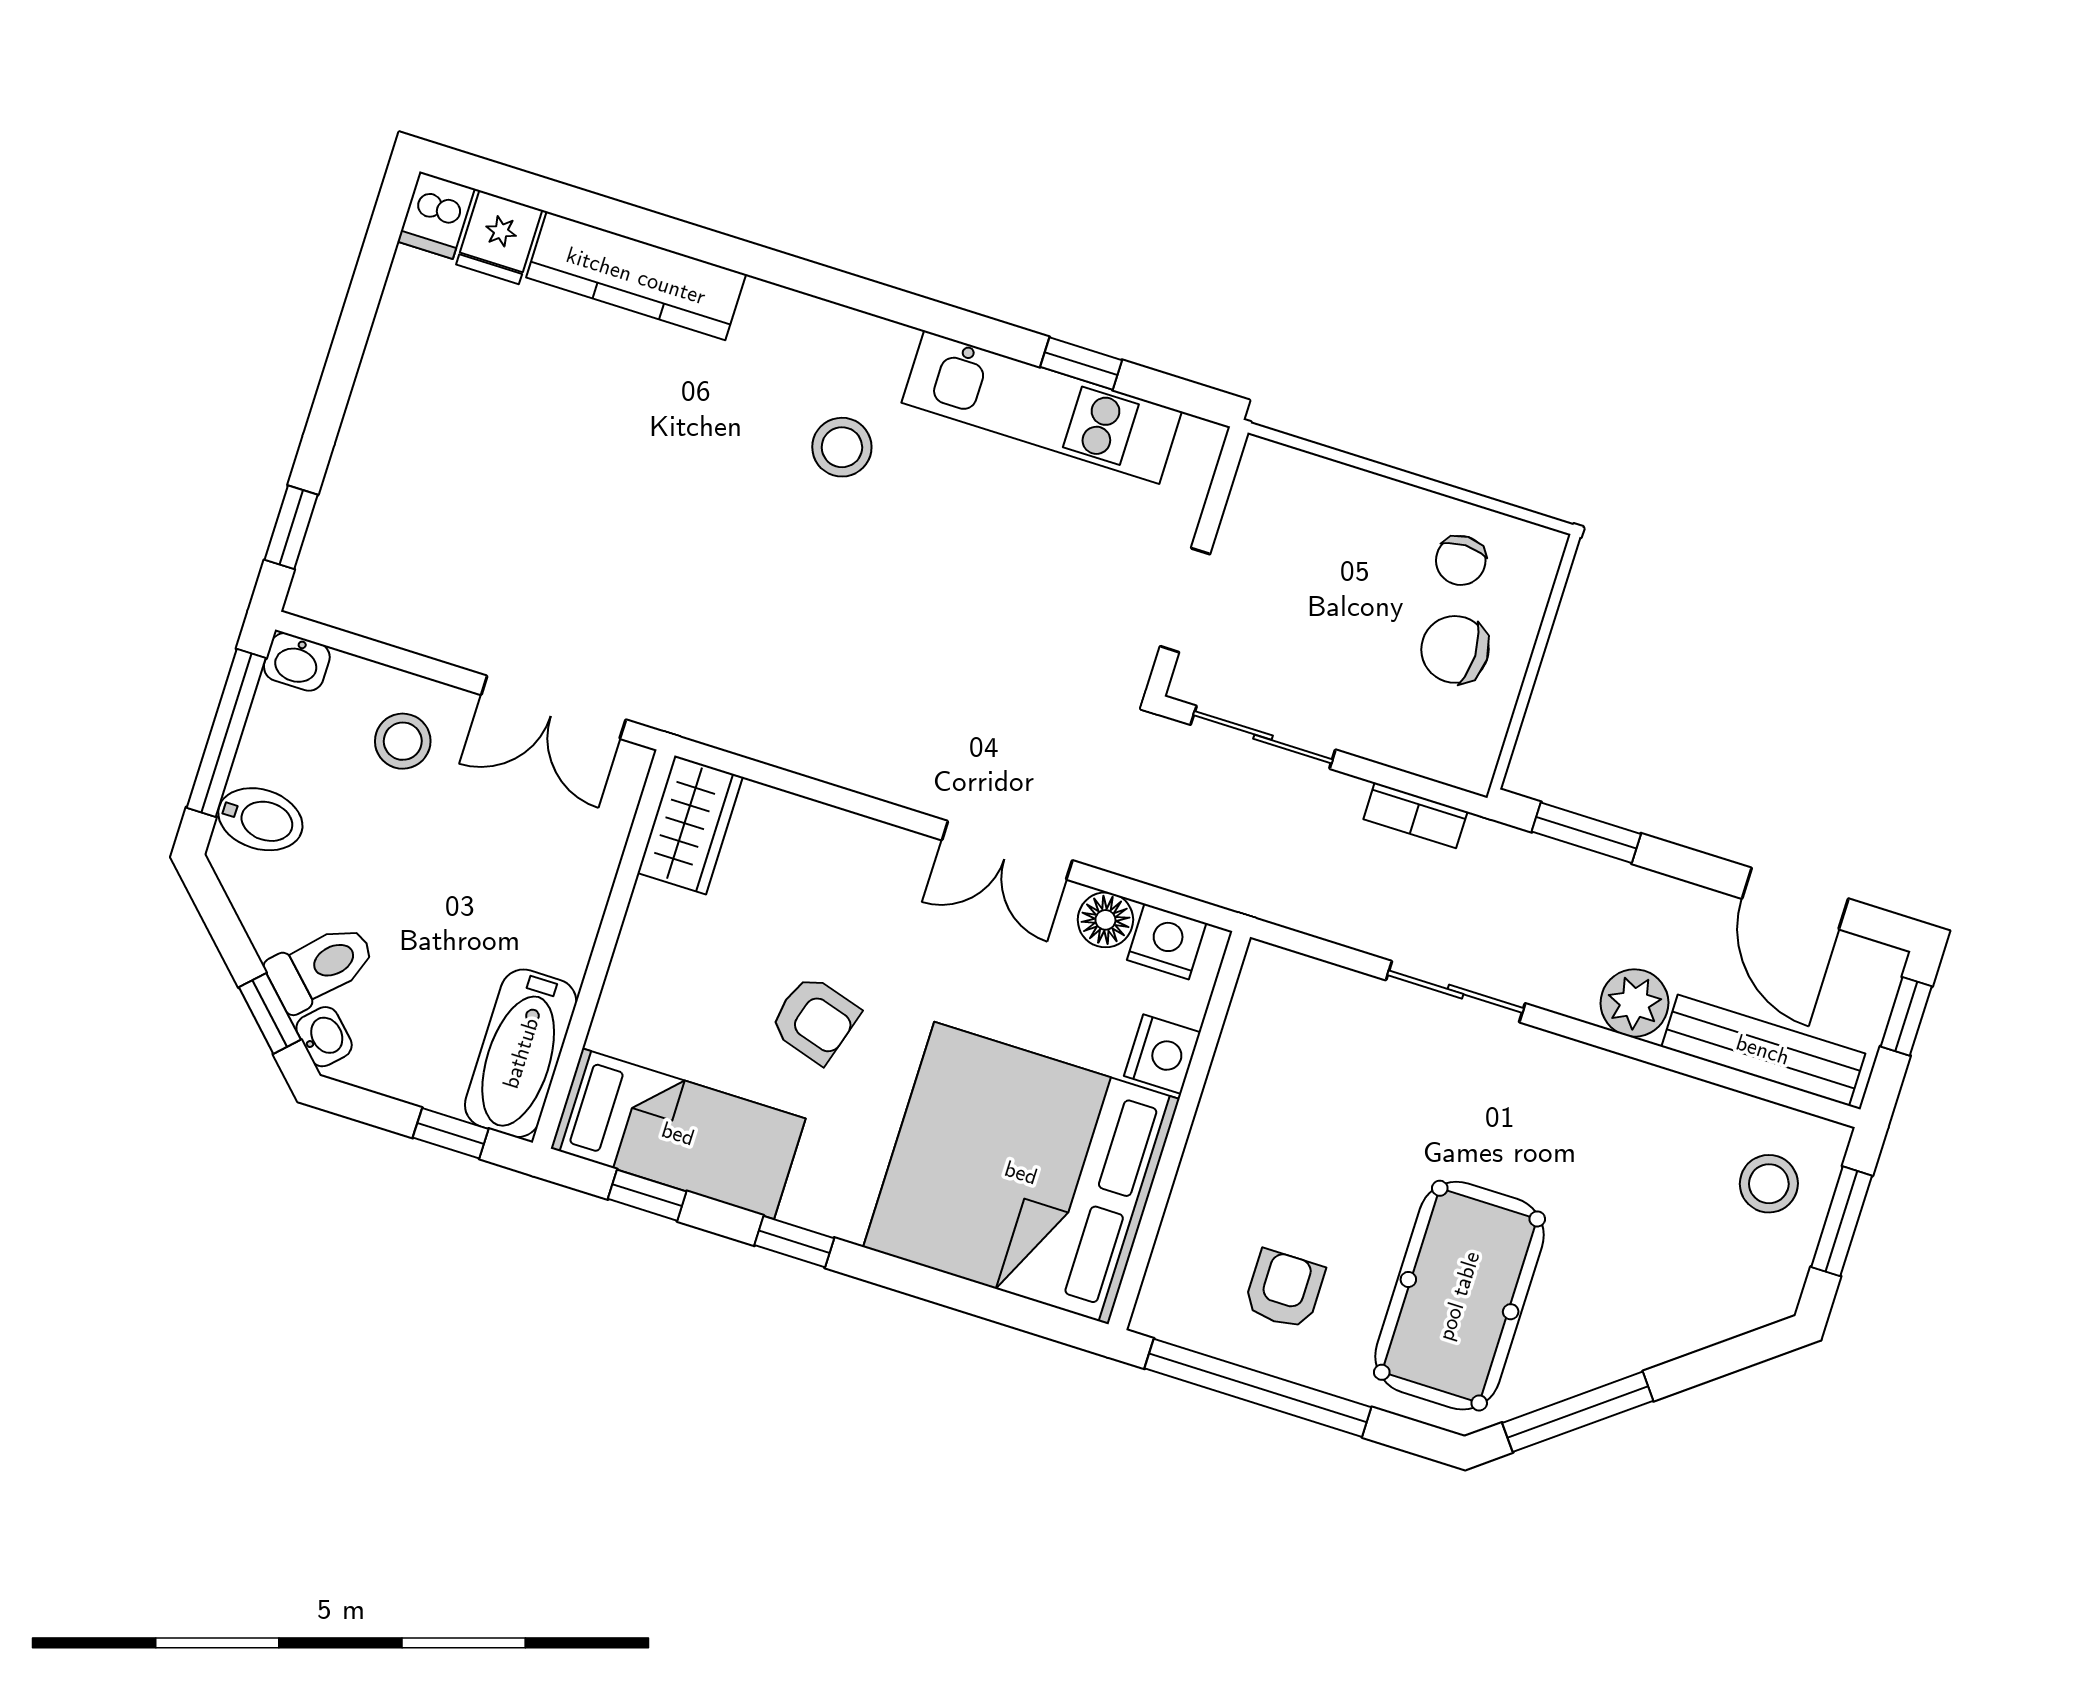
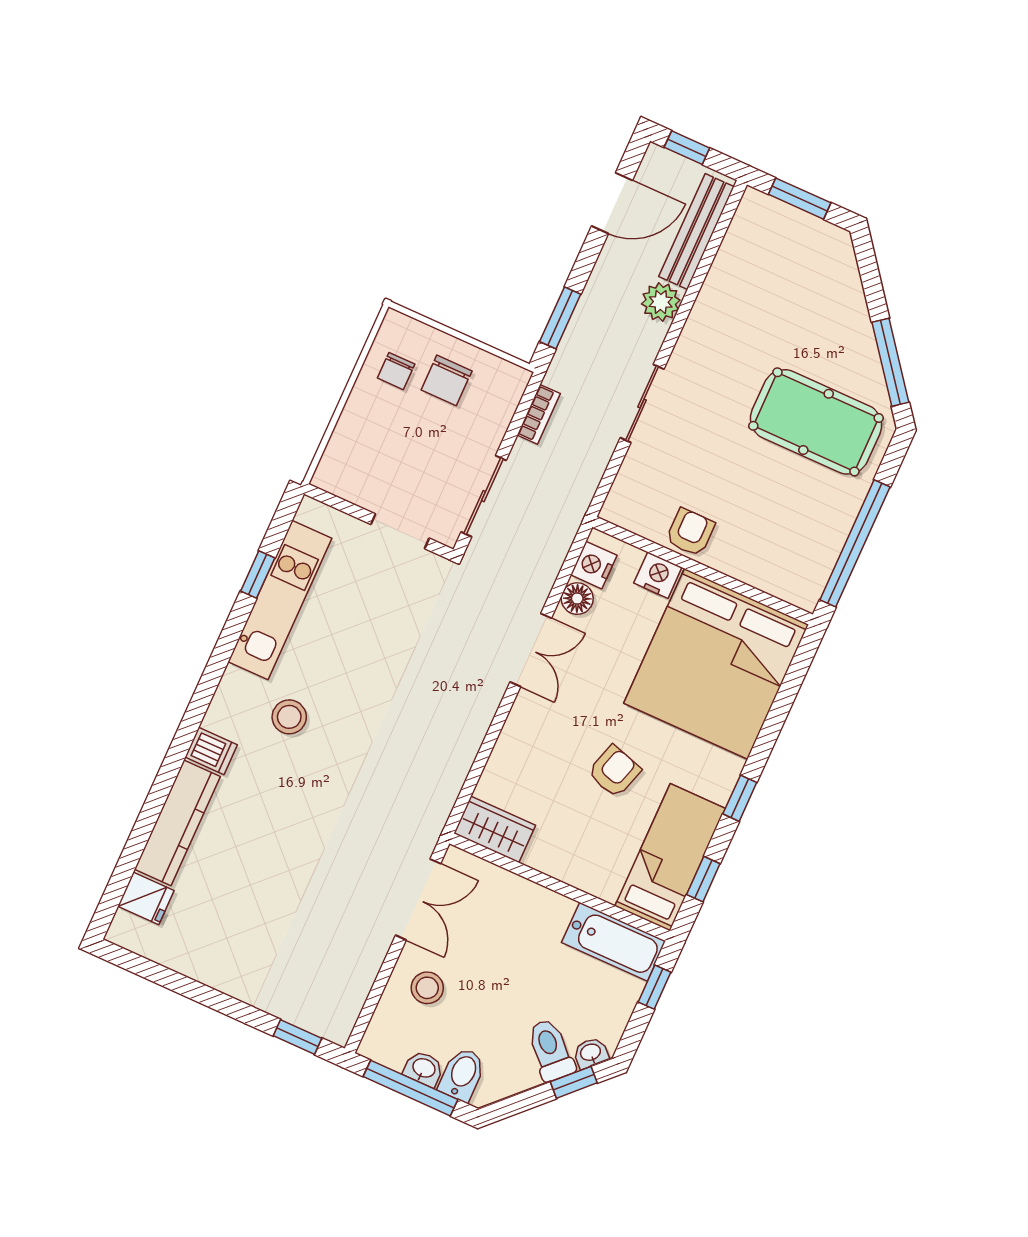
dishwasher: (436, 215) -> (211, 751), moved
chair: (1461, 560) -> (396, 371), turned 90
washbasin: (297, 662) -> (424, 1069), moved, turned -90
stool: (1769, 1184) -> (773, 238), removed
armchair: (1284, 1289) -> (690, 532), moved, turned 90

